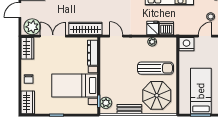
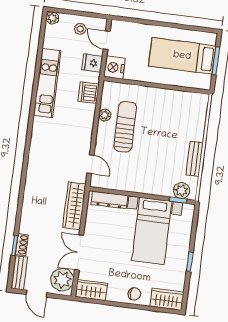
fridge: (153, 28) -> (92, 63), moved
door: (116, 36) -> (91, 164), swing flipped
sun lounger: (155, 68) -> (125, 127), moved
parasol: (157, 95) -> (180, 118), removed

